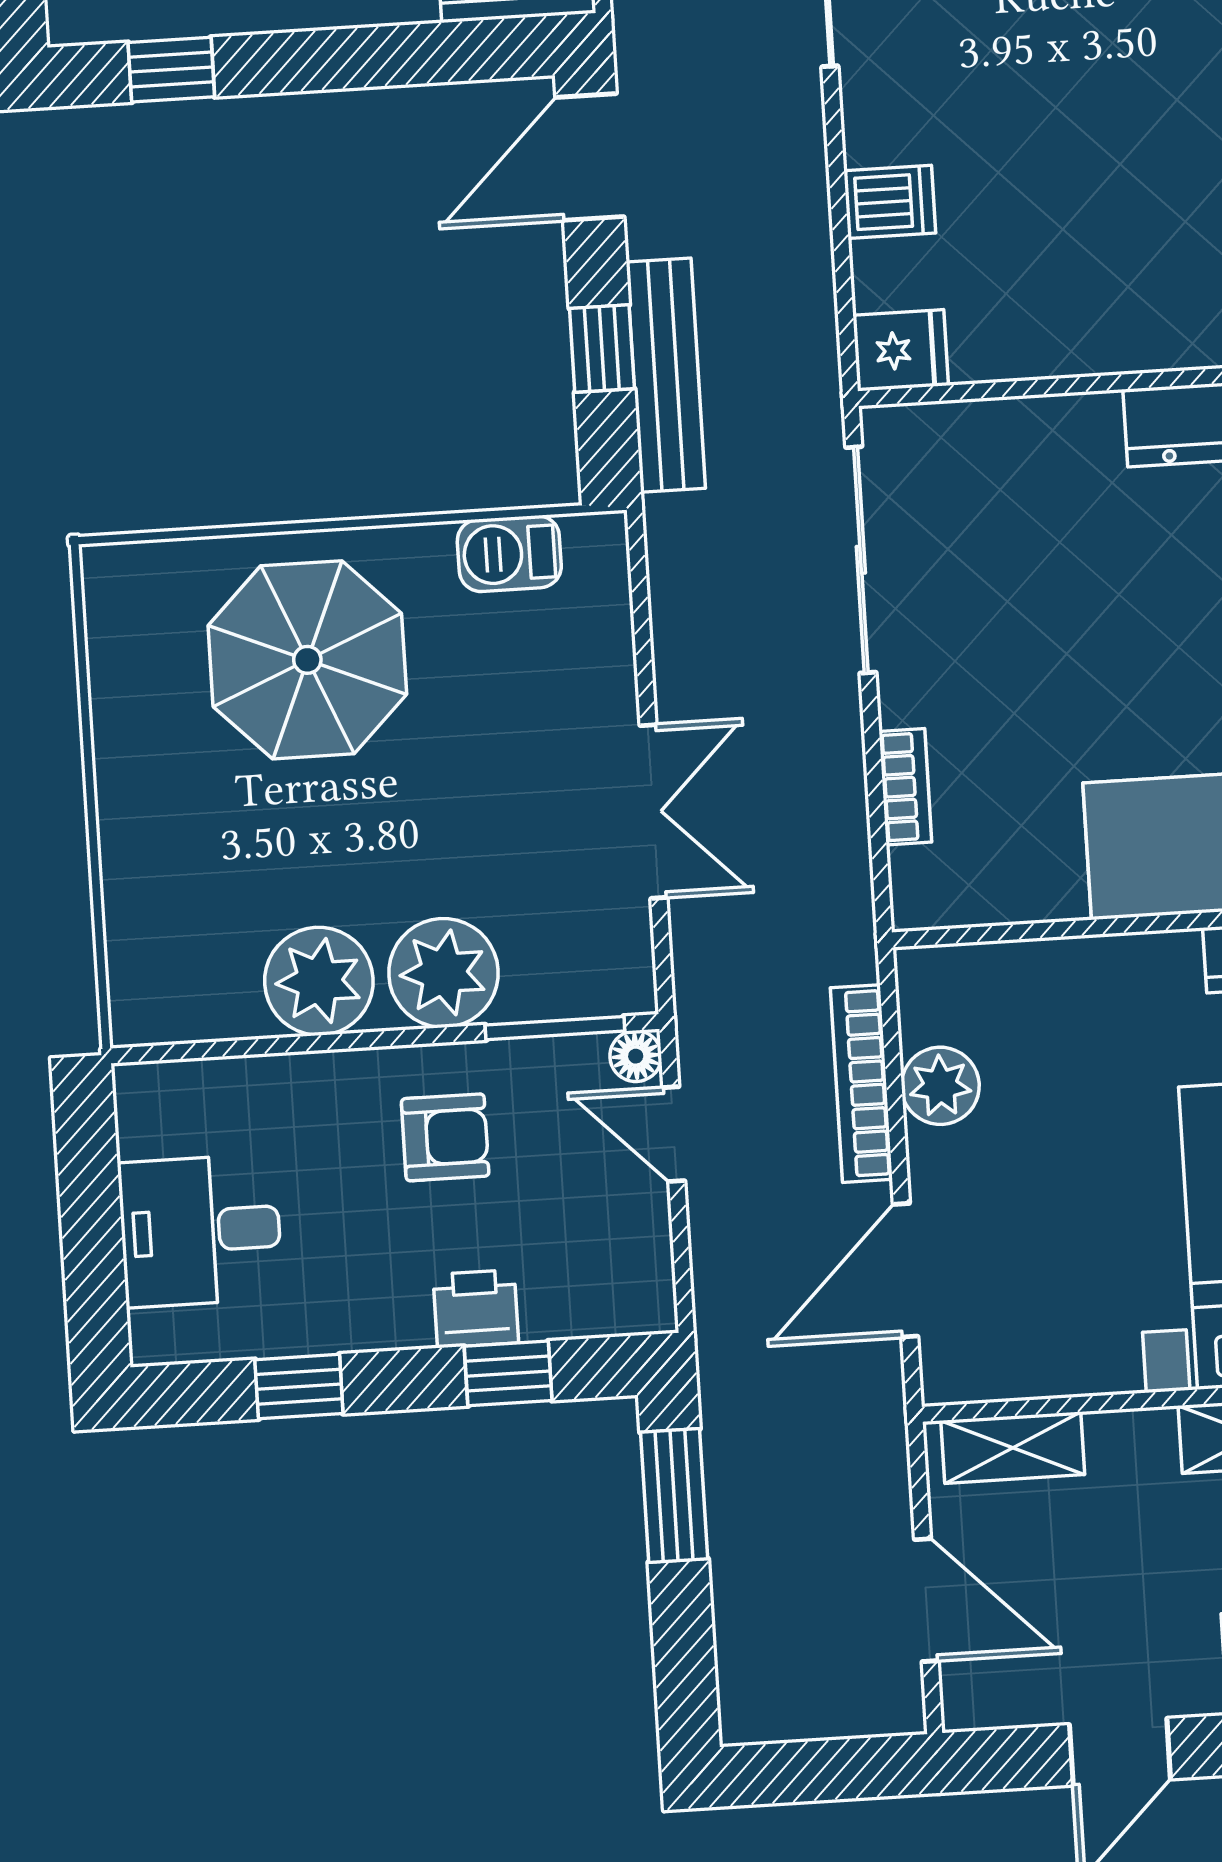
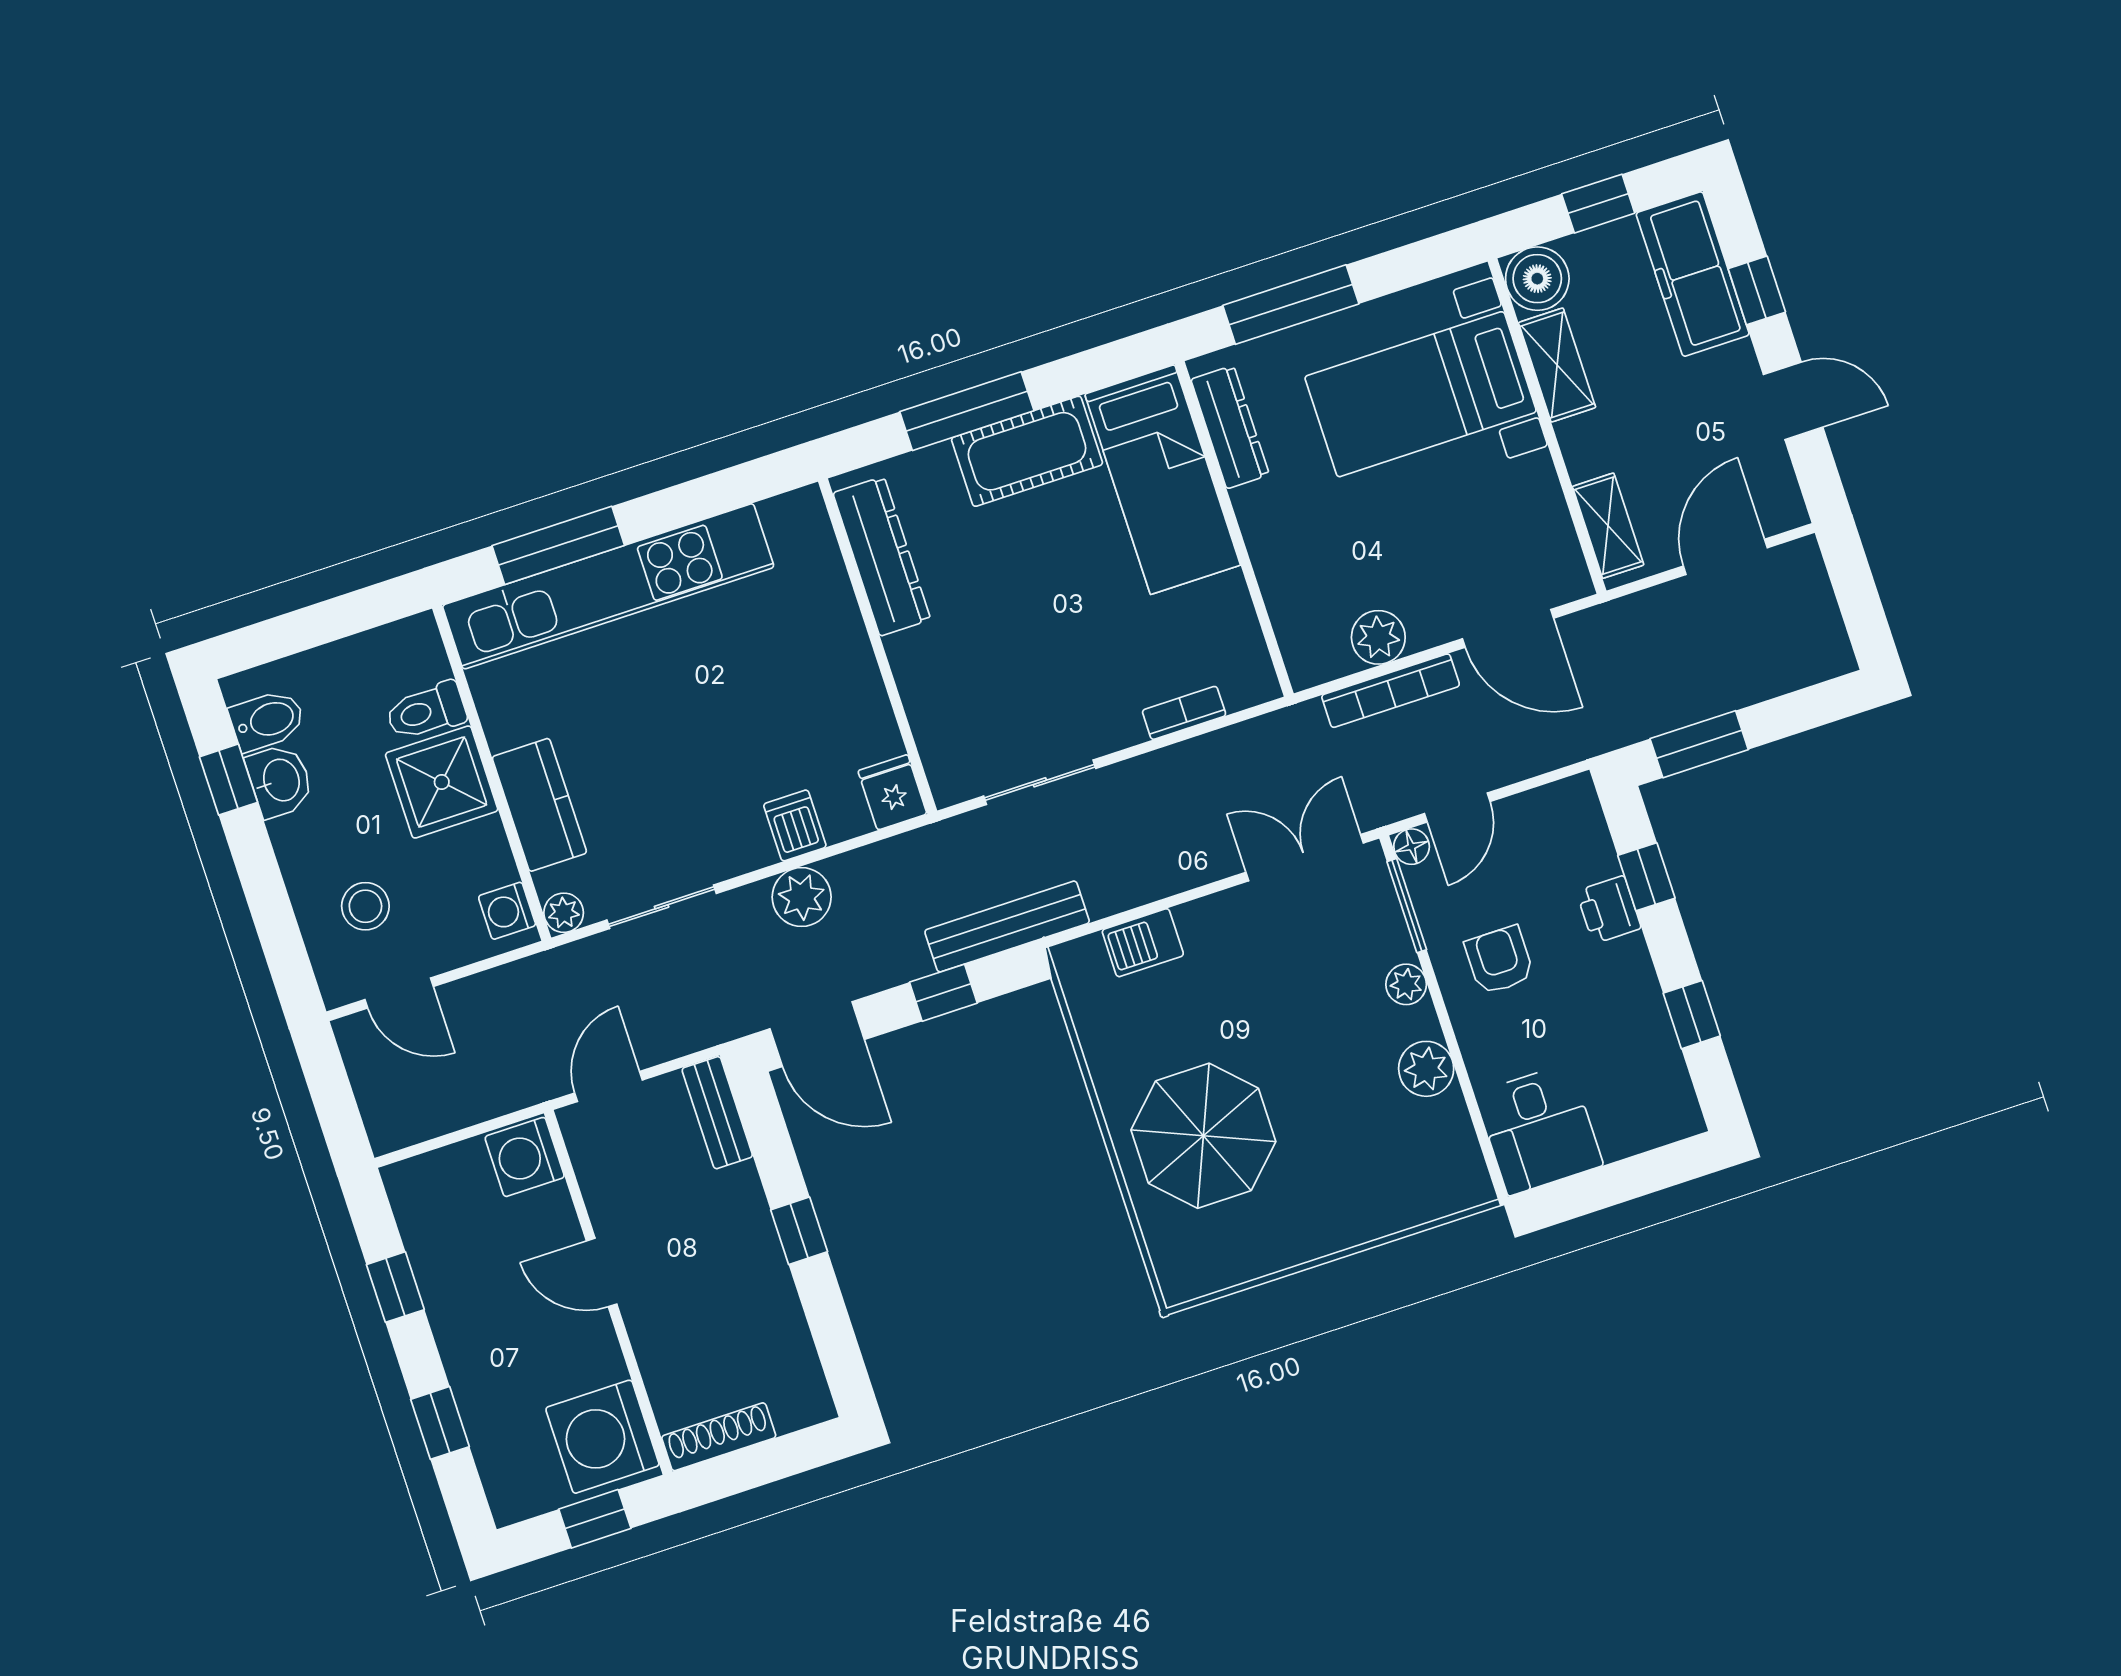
window: (171, 70) -> (799, 1231), moved
plant: (787, 185) -> (802, 897), added
bench: (666, 375) -> (1007, 927), moved
barbecue: (509, 554) -> (1143, 943), moved, turned 90
sliding door: (861, 560) -> (1040, 782), width x0.73
double door: (653, 812) -> (1305, 858), moved
plant: (443, 973) -> (1406, 984), width x0.53, depth x0.53
plant: (319, 981) -> (1426, 1069), width x0.73, depth x0.73
desk: (200, 1231) -> (1539, 1129), moved

